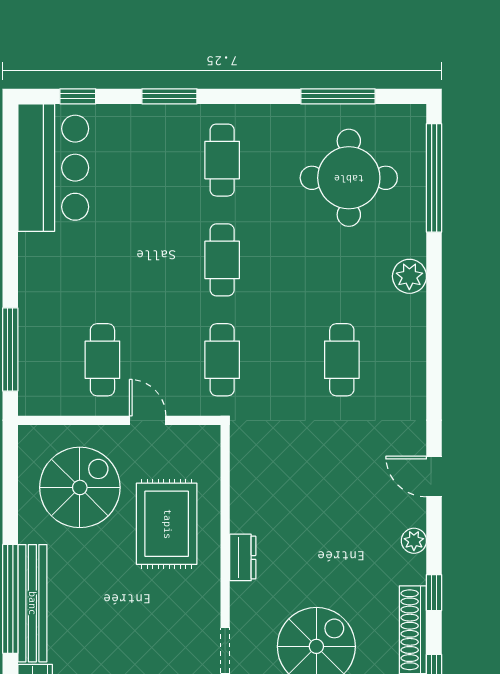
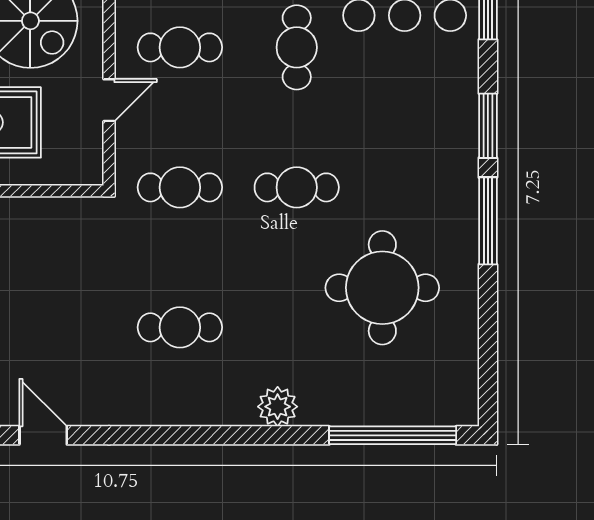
window: (338, 96) -> (488, 221), moved
cafe table: (222, 160) -> (297, 47), moved, turned 90
round table: (349, 178) -> (382, 288), moved
door: (434, 477) -> (43, 435), hinge flipped

